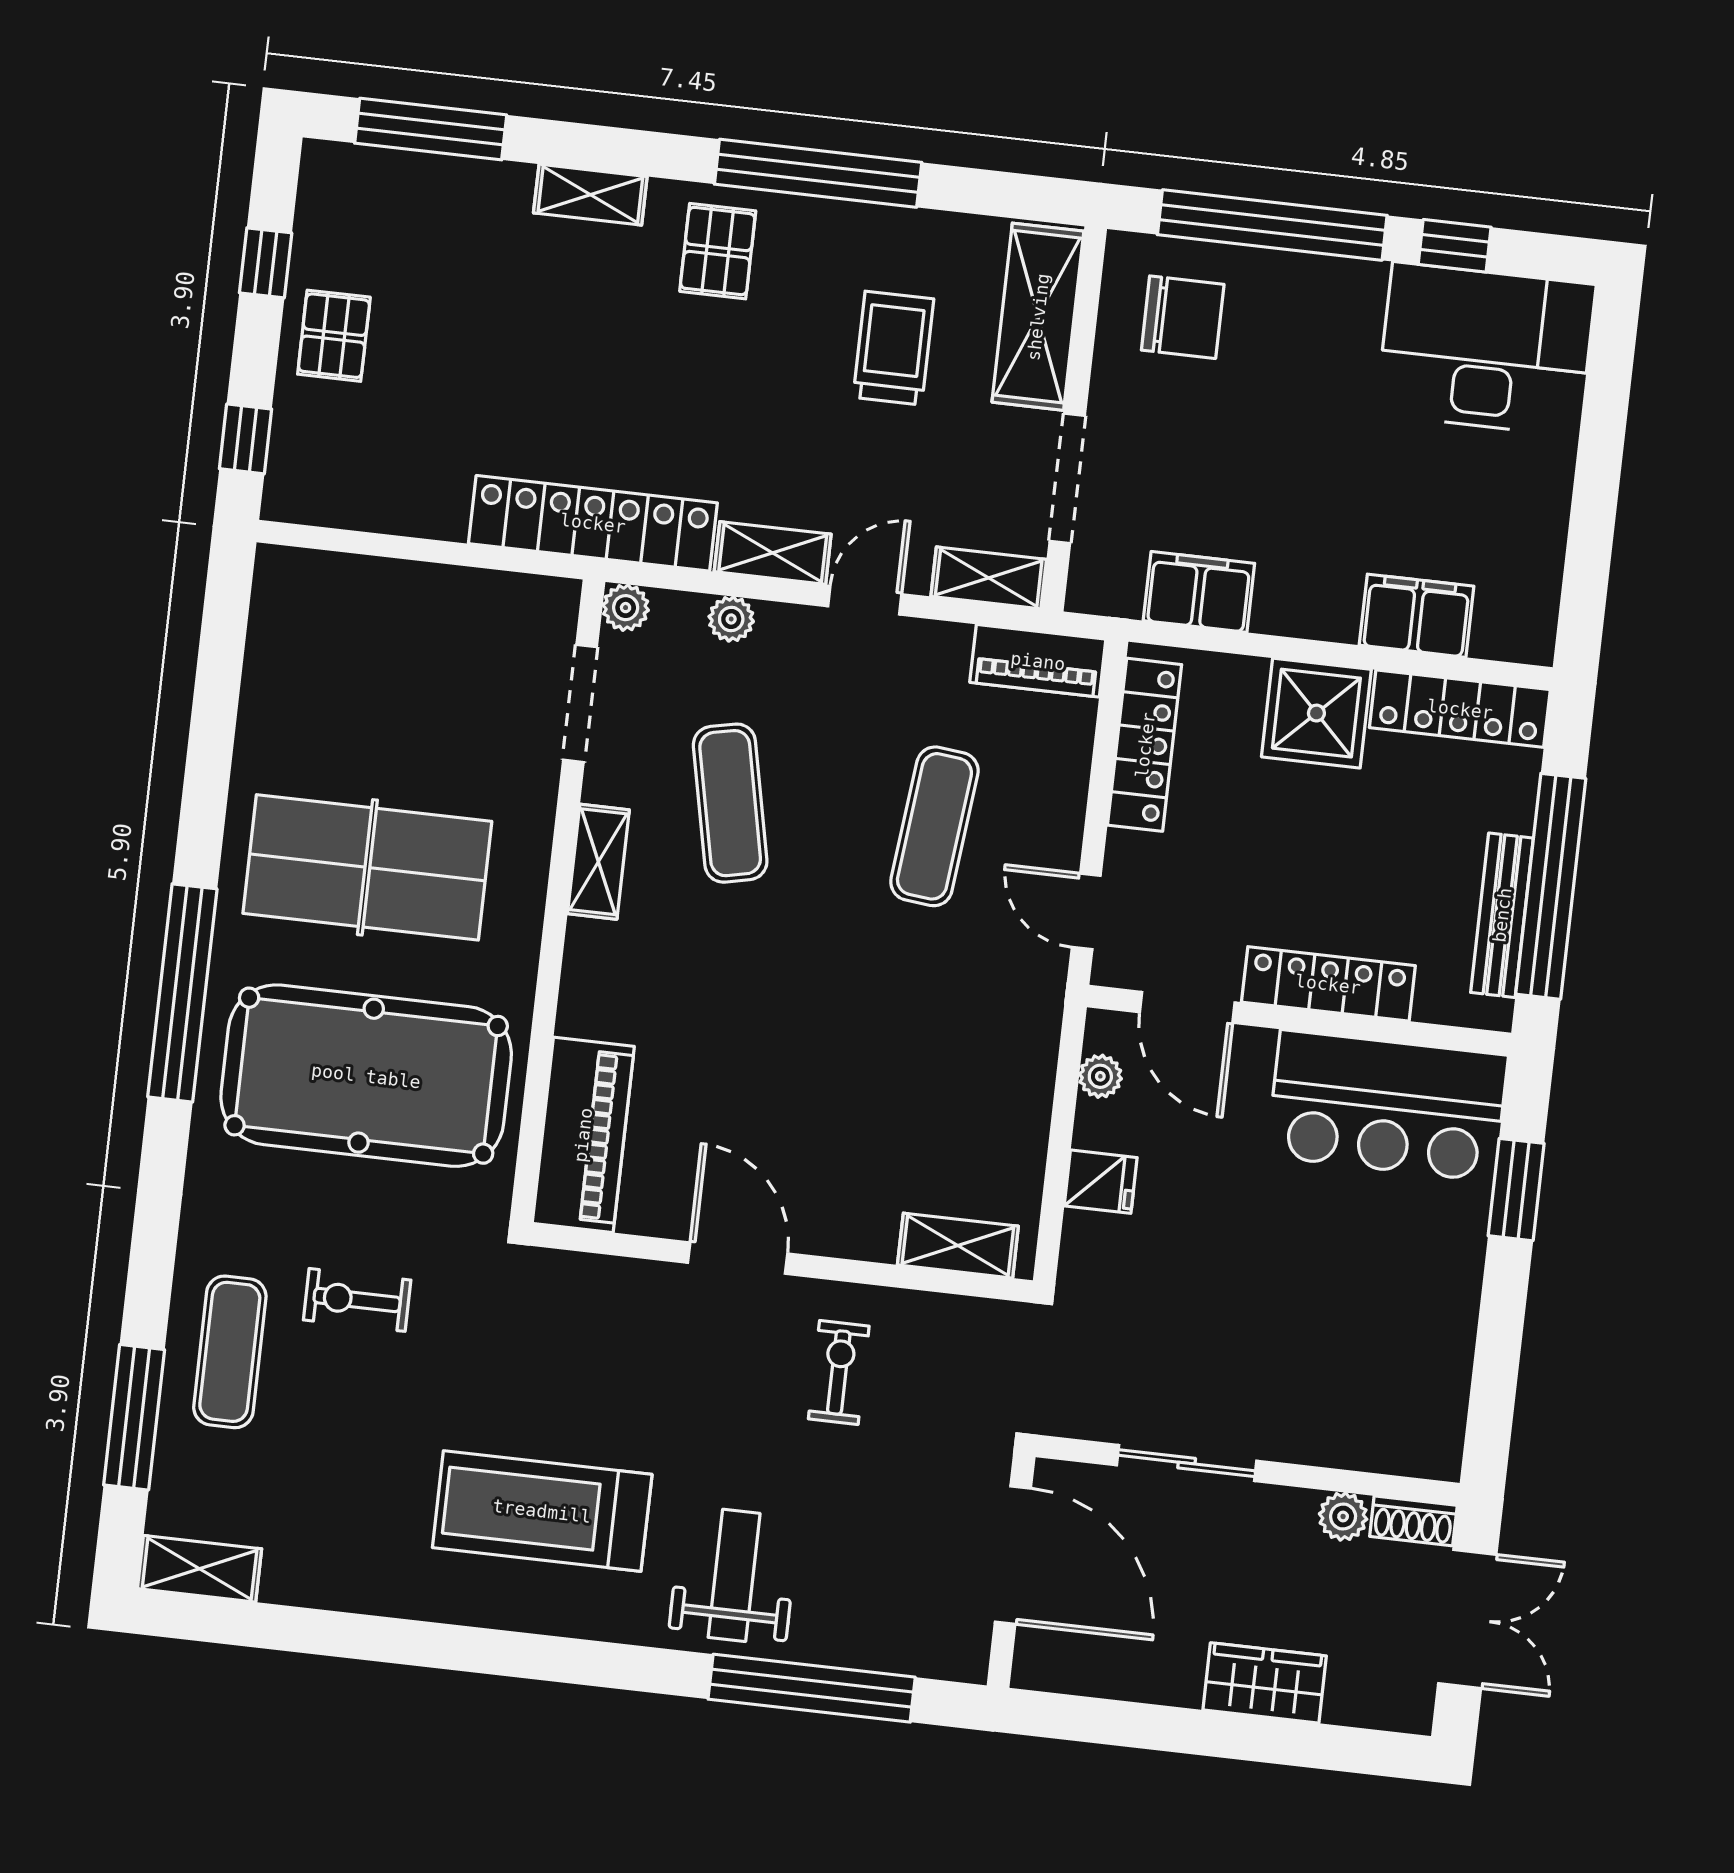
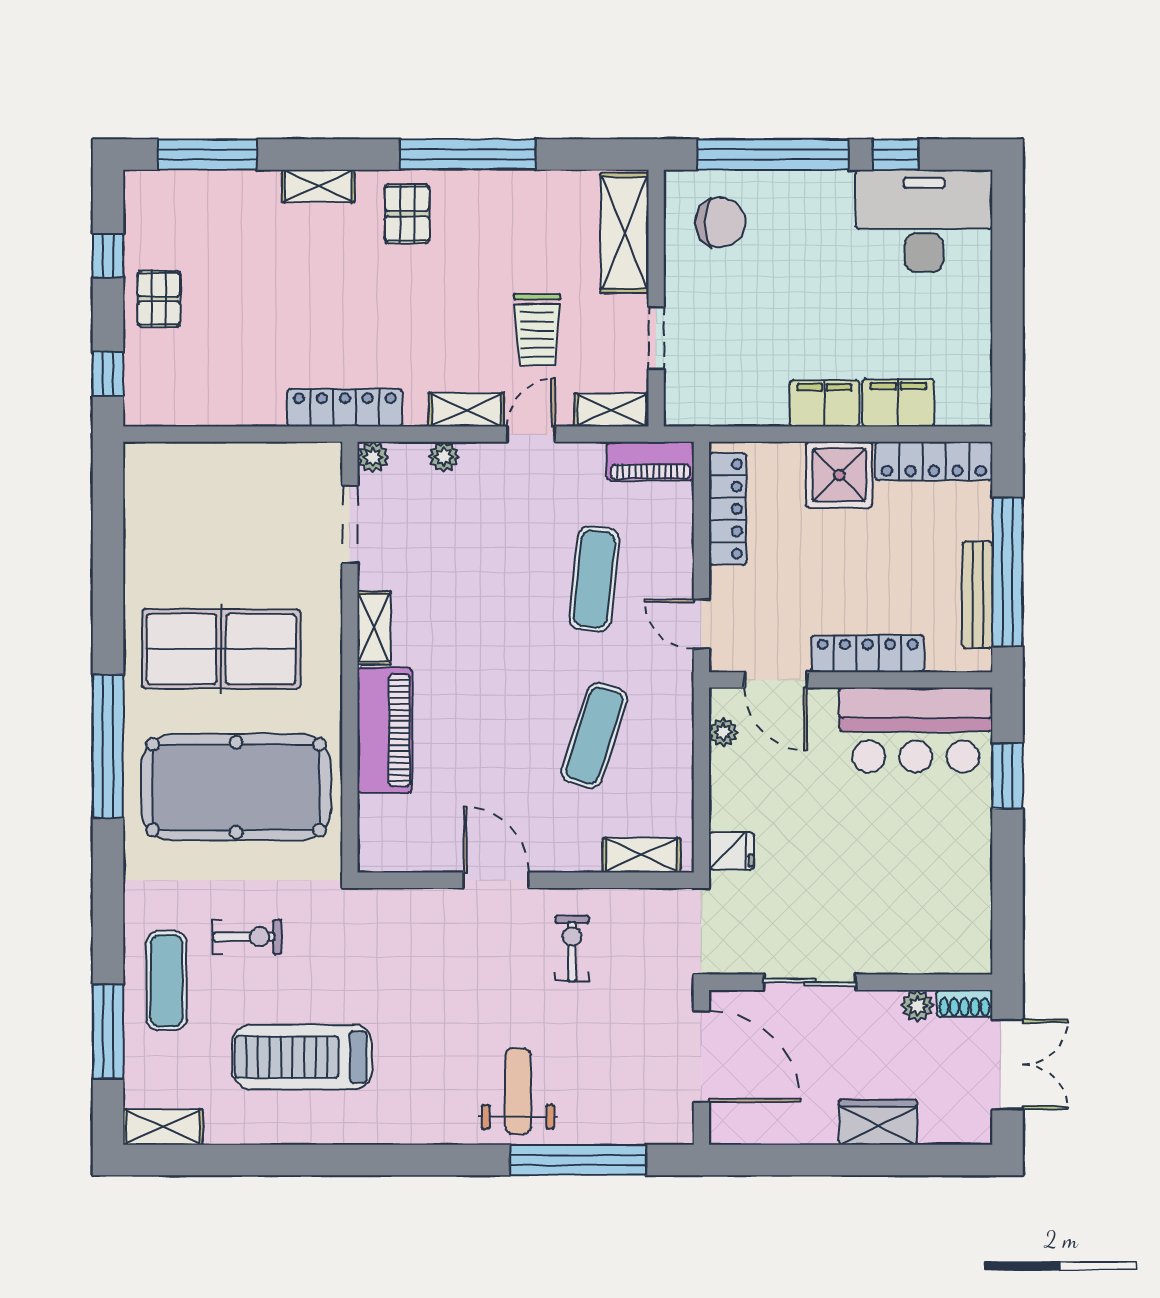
trolley: (893, 348) -> (537, 330), moved, turned 180
doorway: (1067, 478) -> (656, 338), width x0.73
locker: (593, 523) -> (345, 408), width x0.71, depth x0.83
filing cabinet: (1199, 592) -> (825, 403), moved
exercise mat: (730, 803) -> (594, 735), moved, turned 30
piano: (583, 1135) -> (385, 730), moved
fridge: (1101, 1182) -> (731, 851), moved
exercise bike: (357, 1300) -> (247, 937), turned 180
treadmill: (542, 1511) -> (302, 1057), moved

